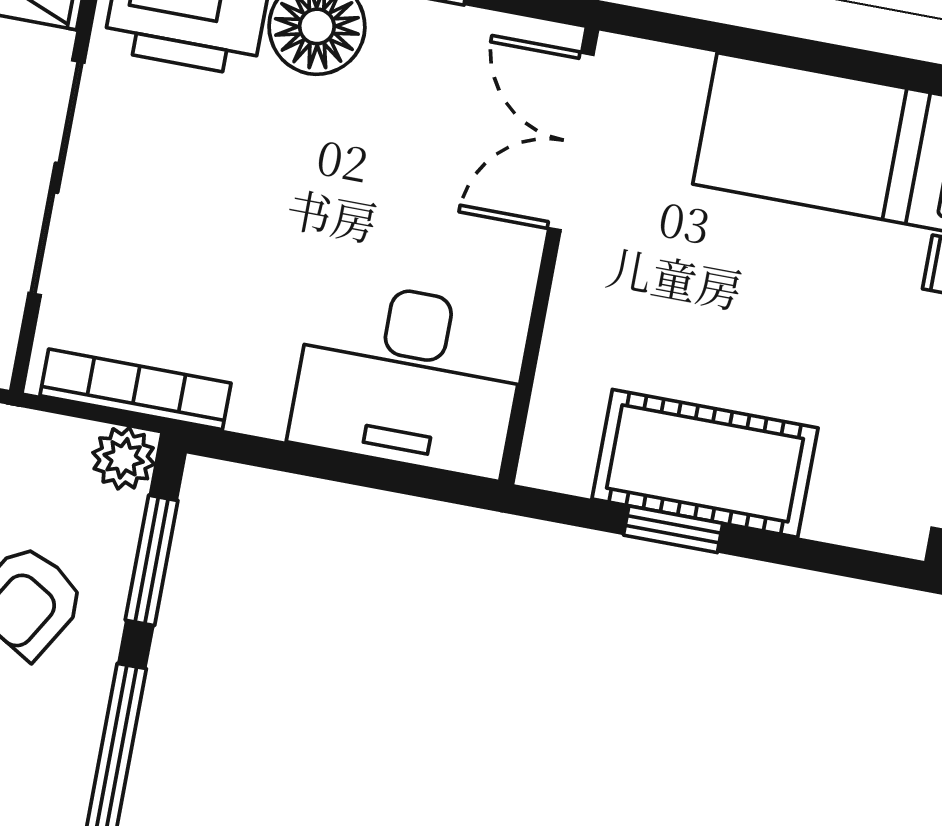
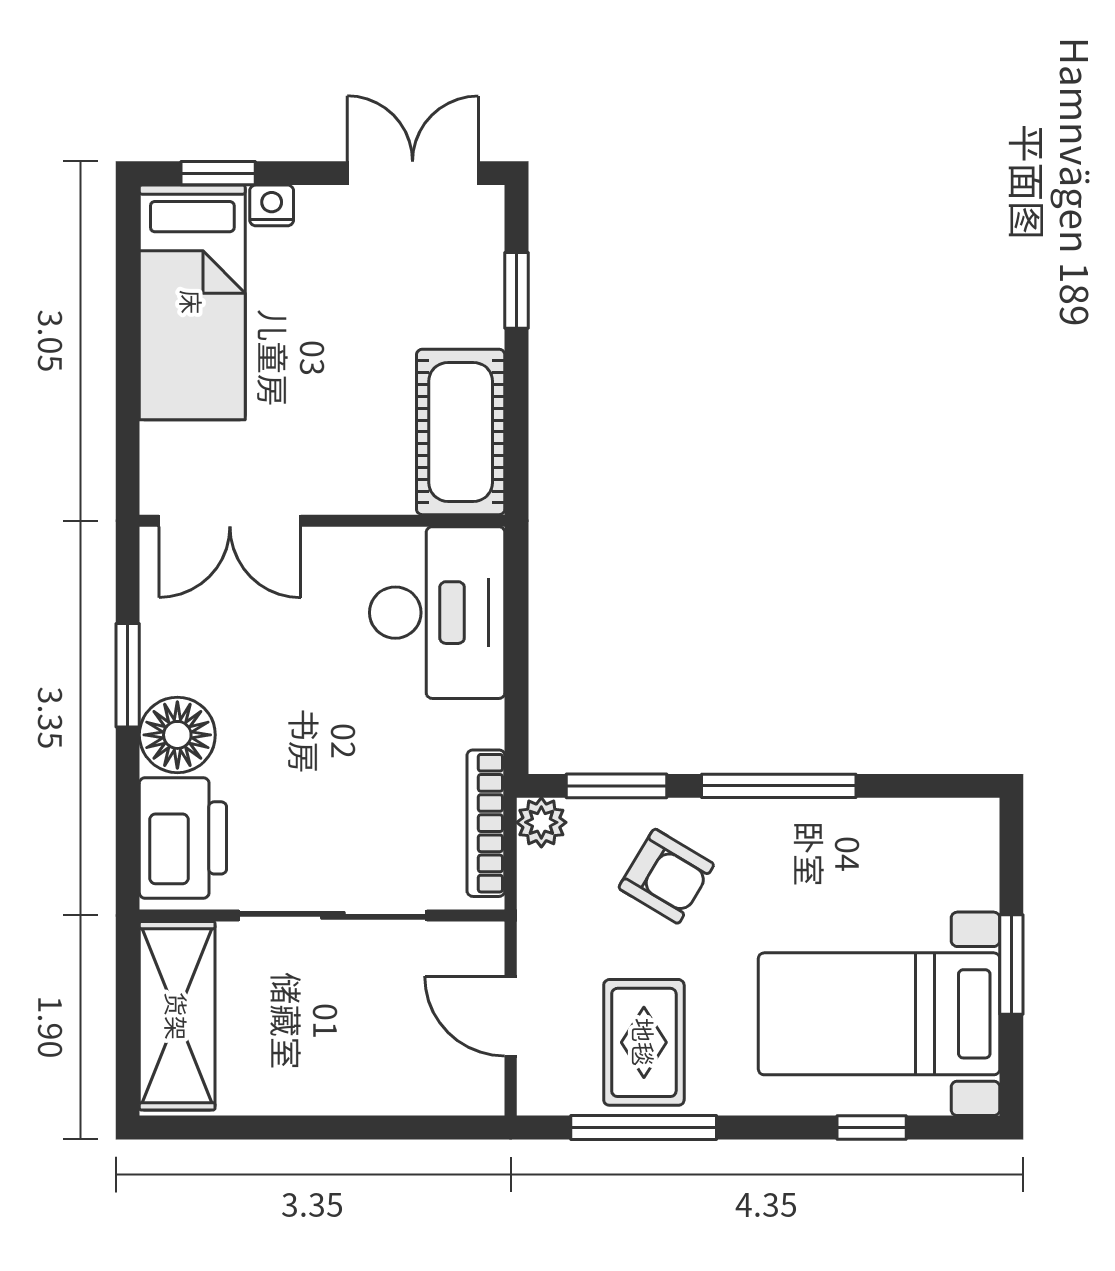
cot: (705, 463) -> (461, 432), moved
window: (673, 529) -> (517, 290), moved

